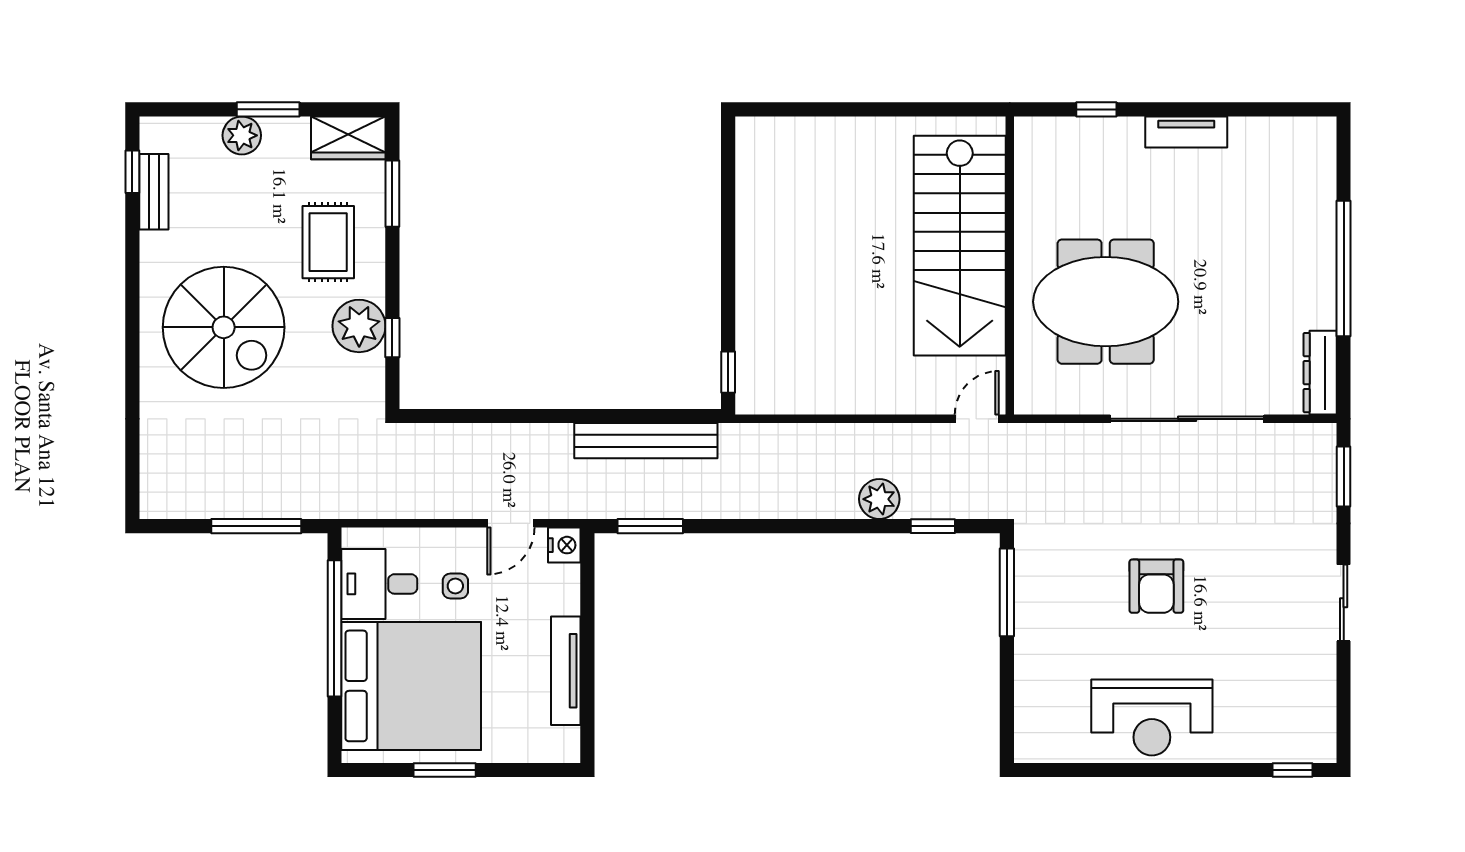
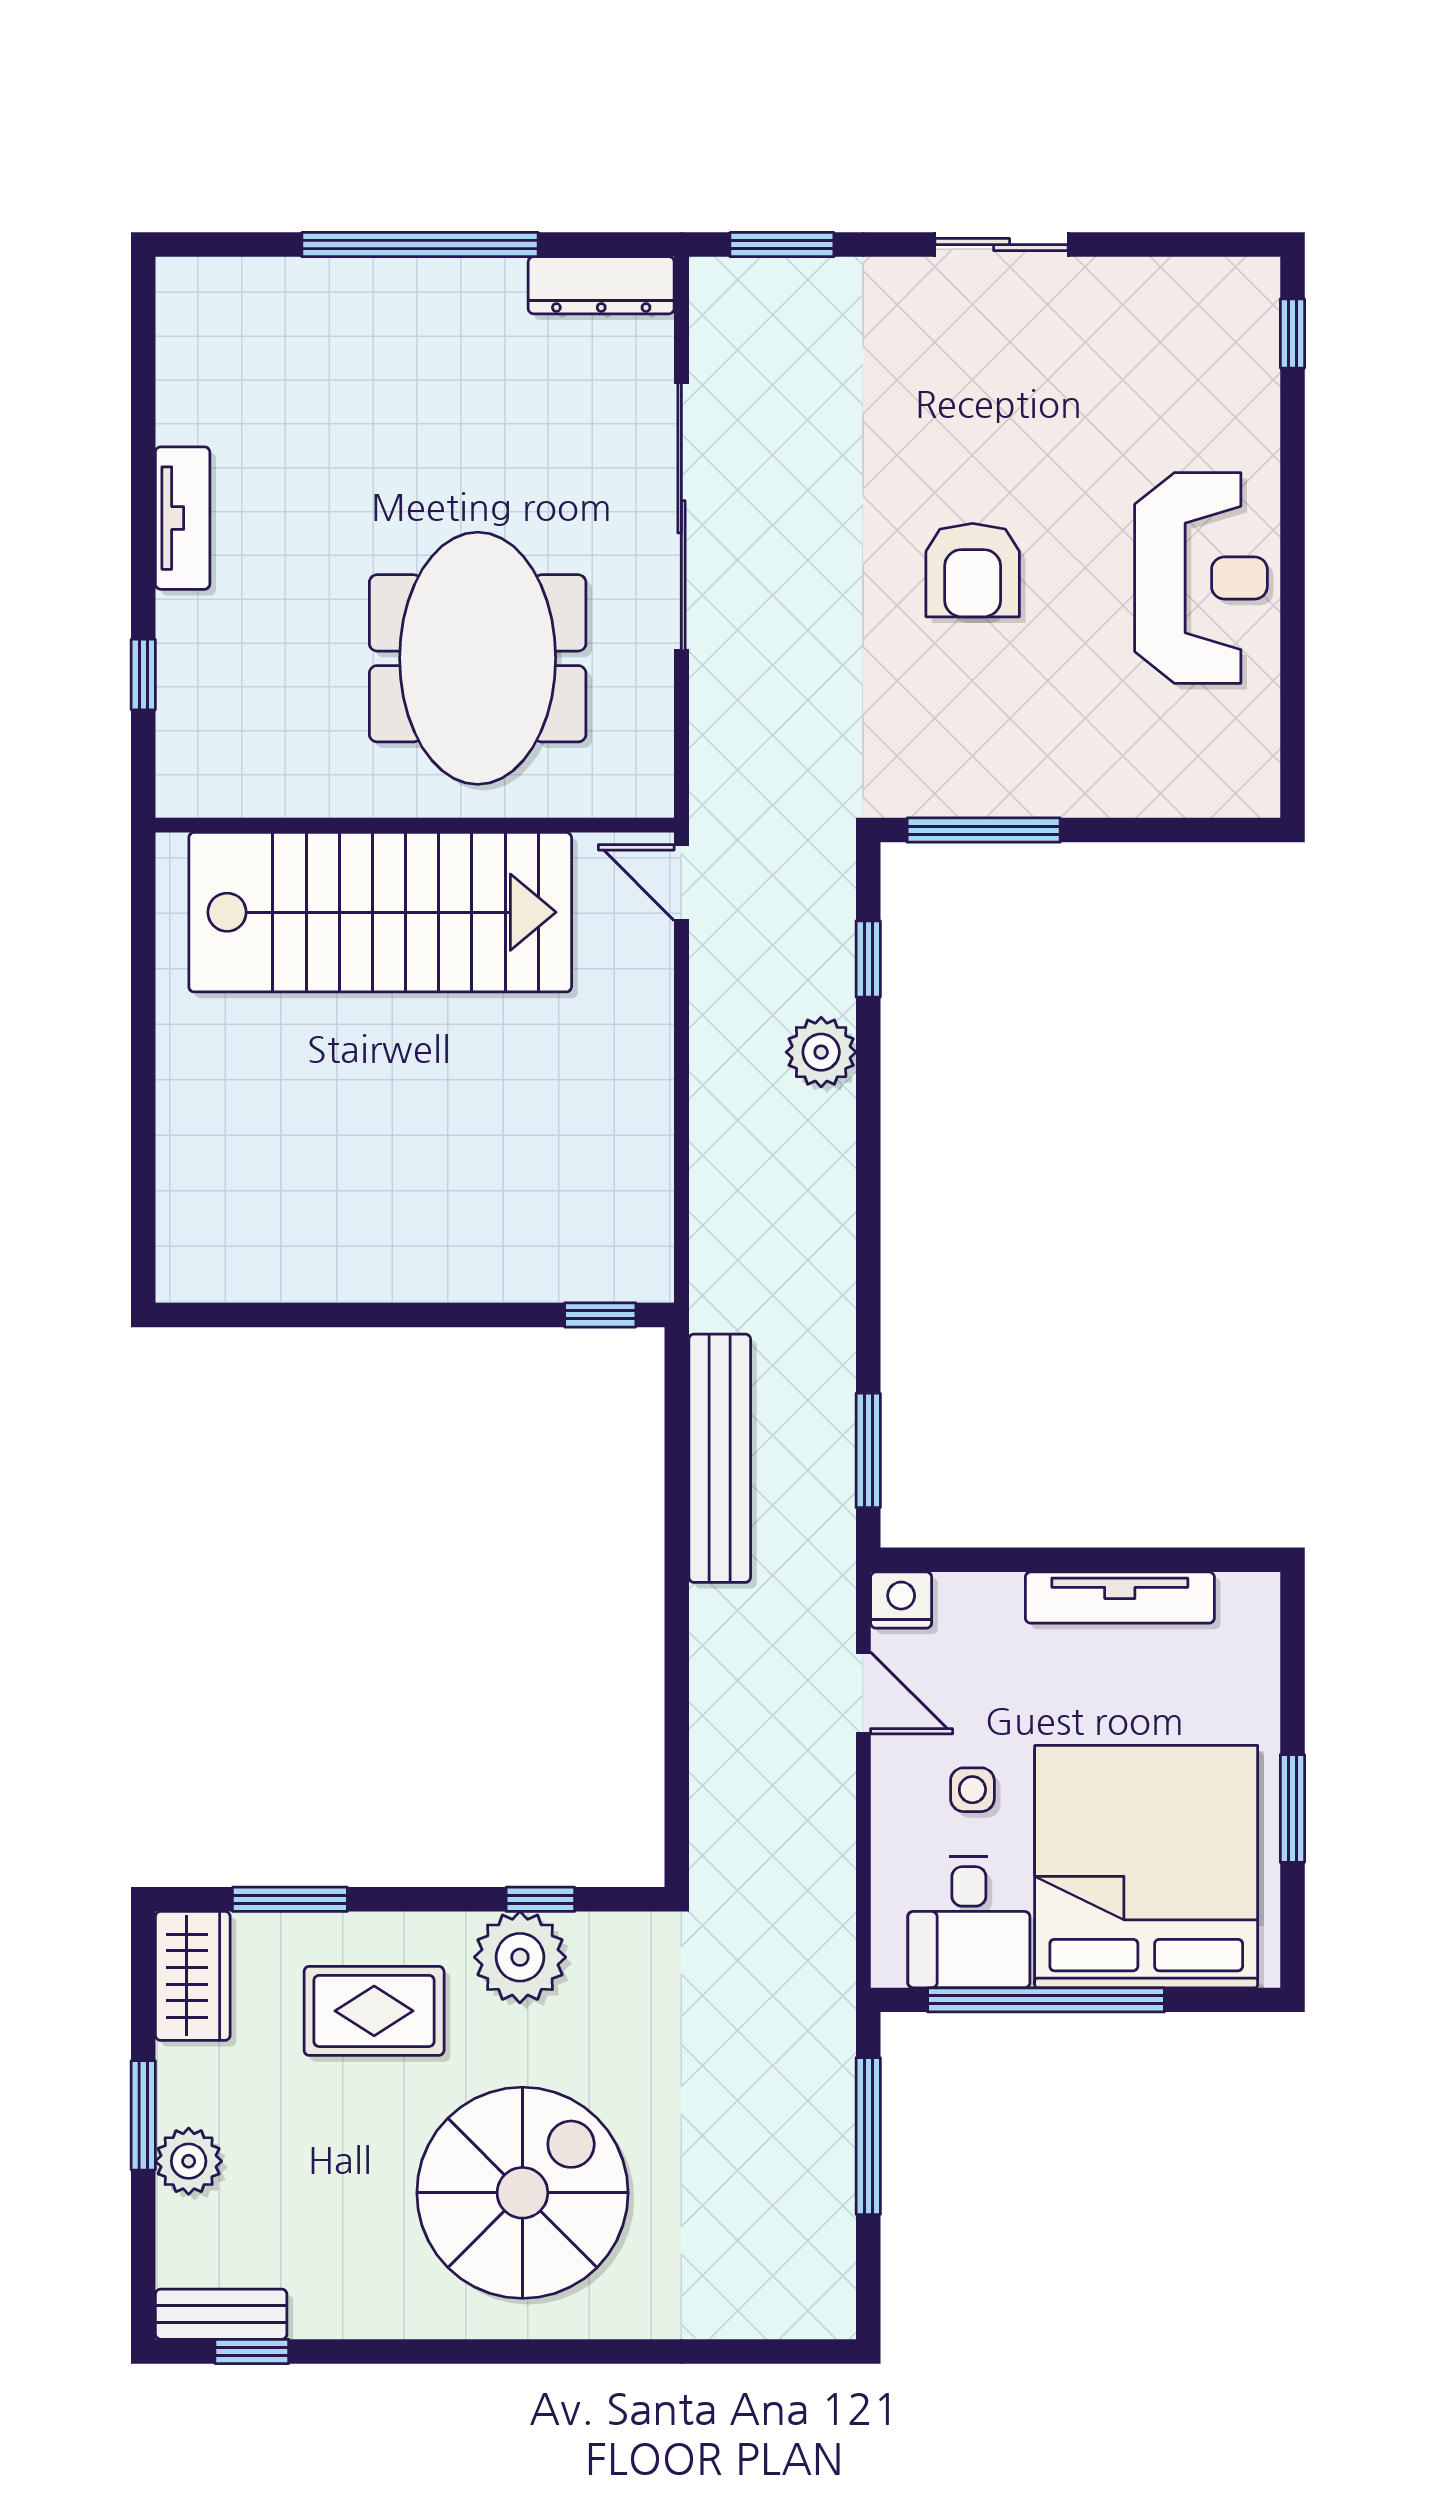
bench: (154, 192) -> (221, 2314), moved
armchair: (1156, 586) -> (973, 570), turned 90

